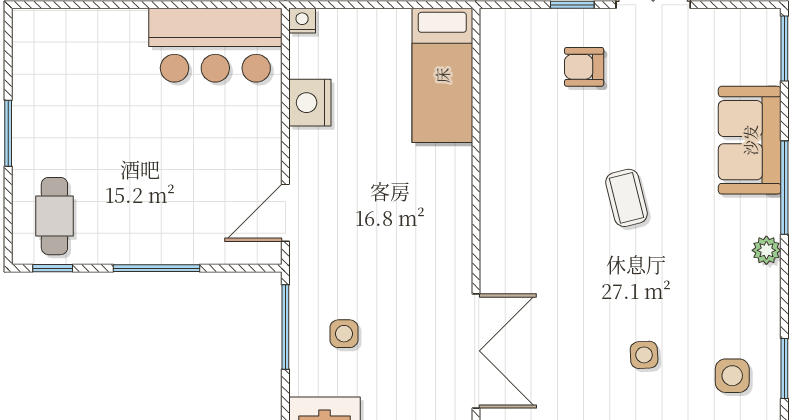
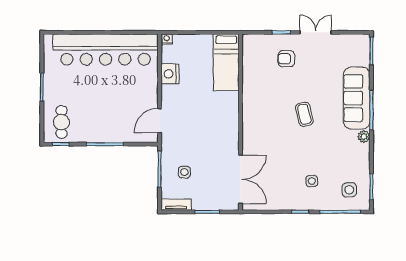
bar counter: (215, 45) -> (106, 50), width x1.86
sofa: (750, 140) -> (357, 98), width x1.36

